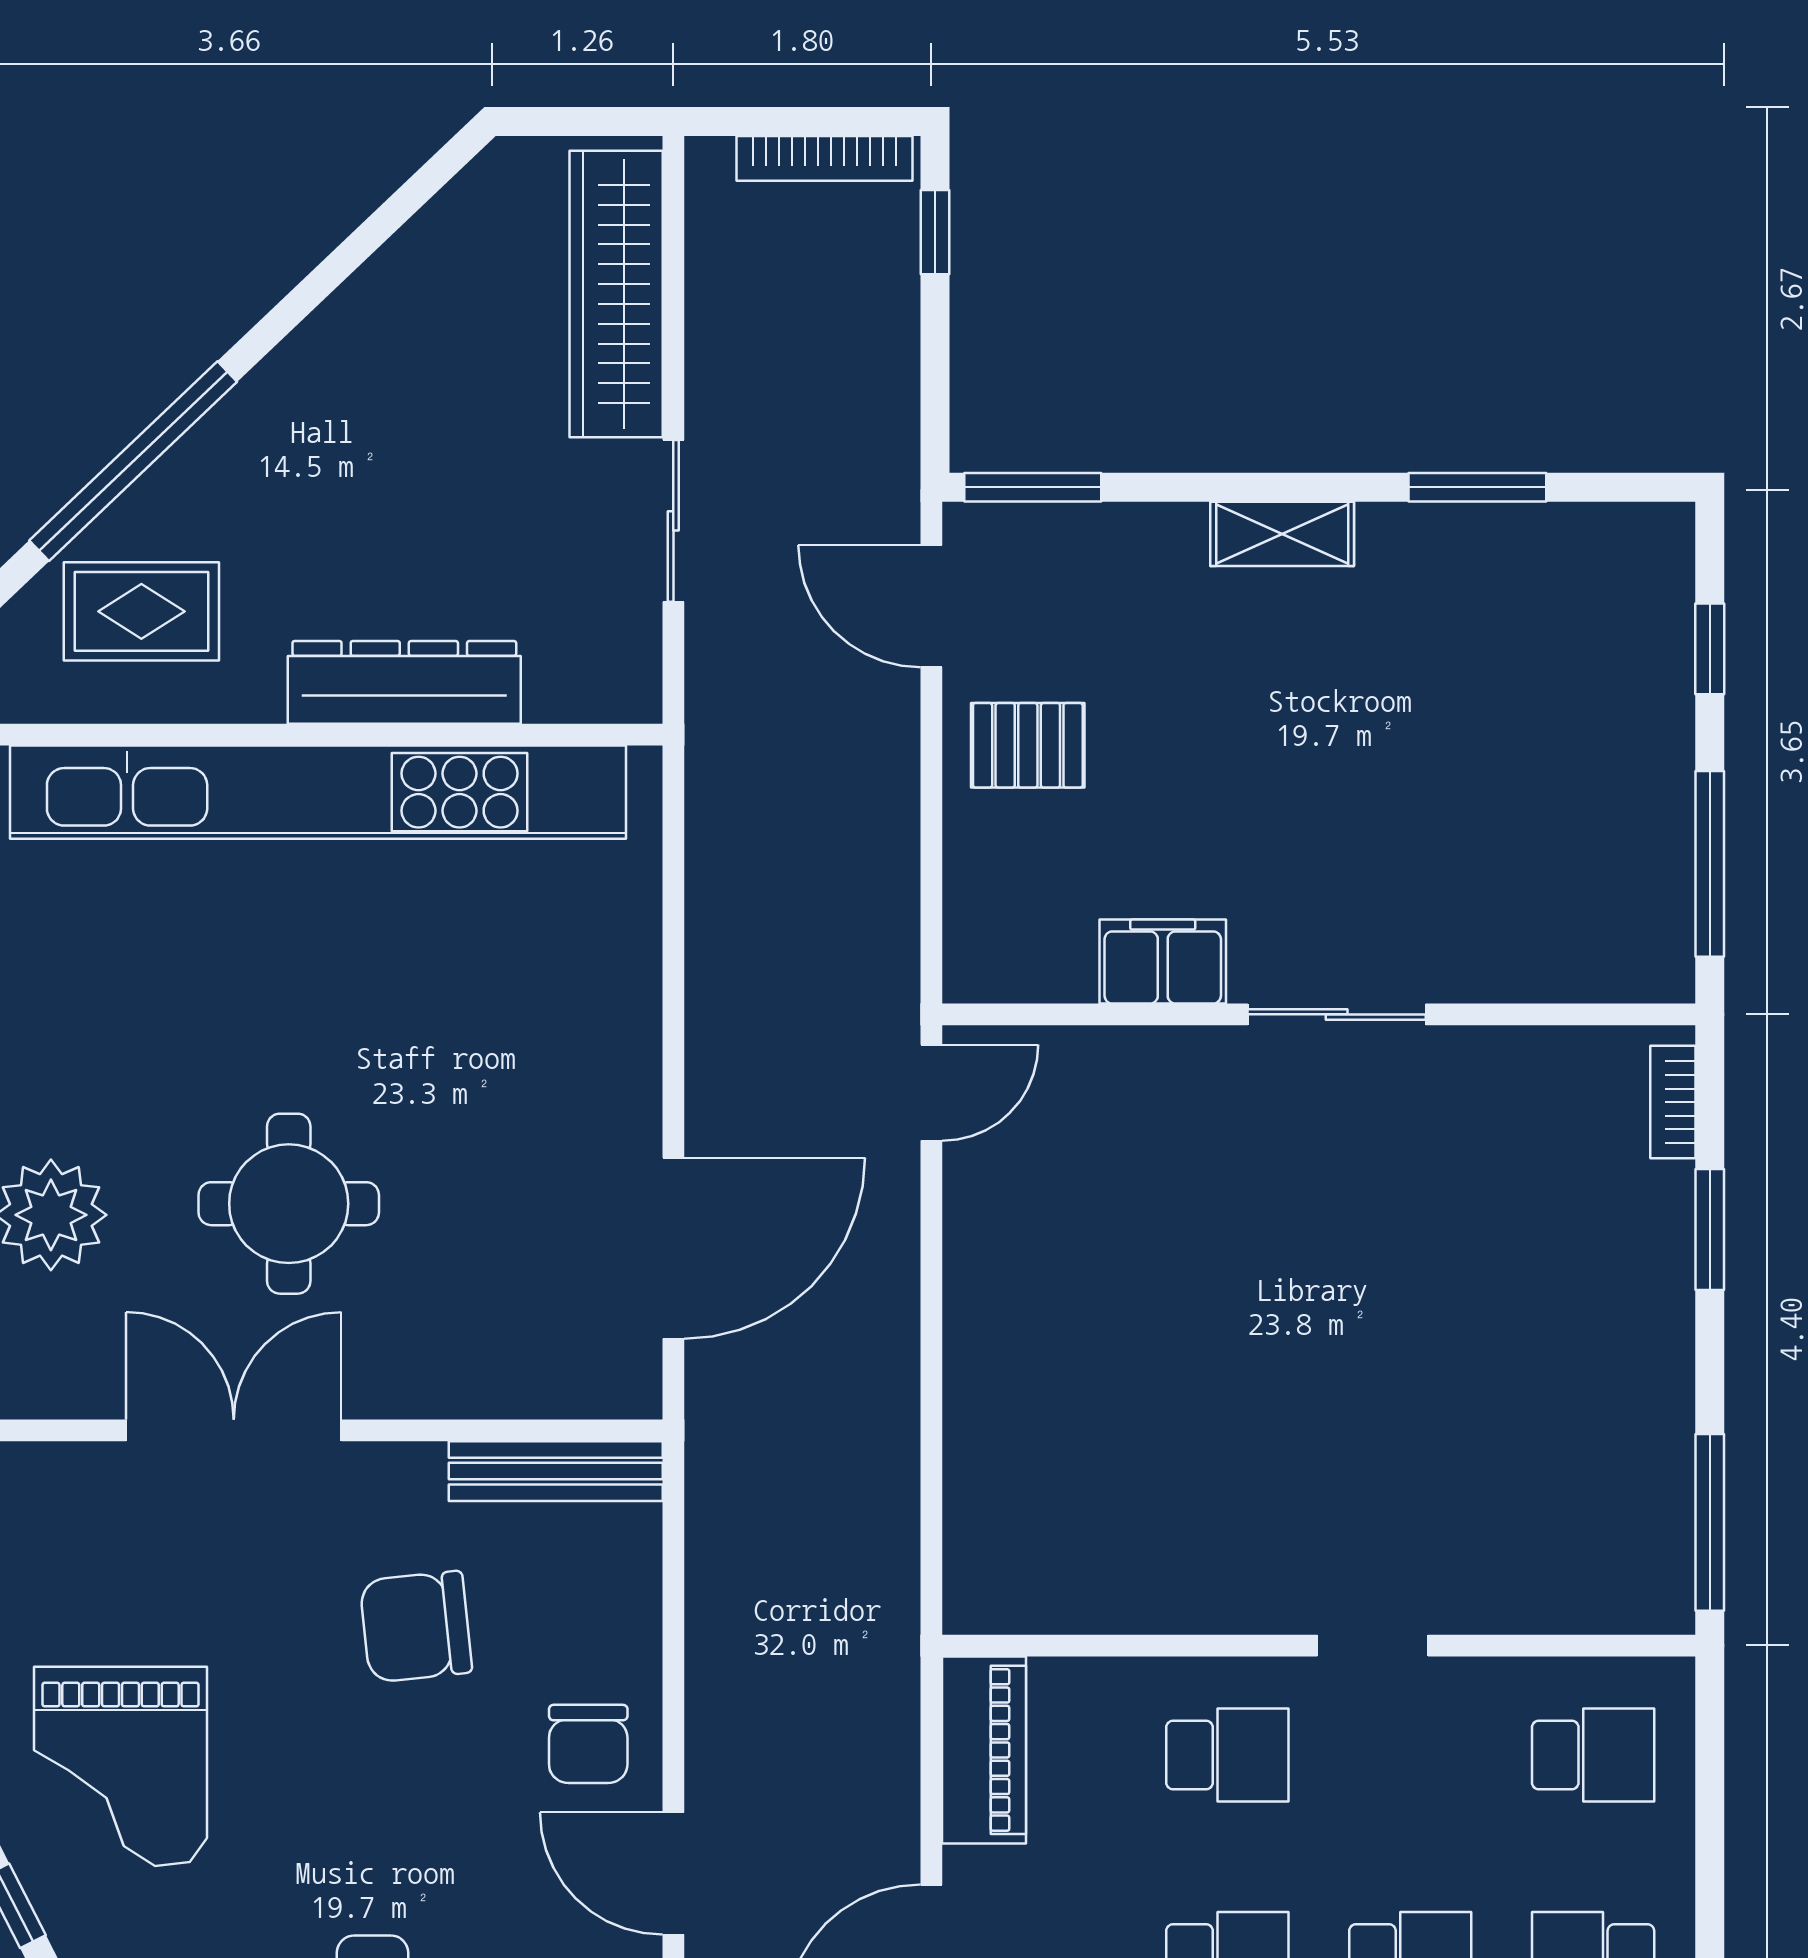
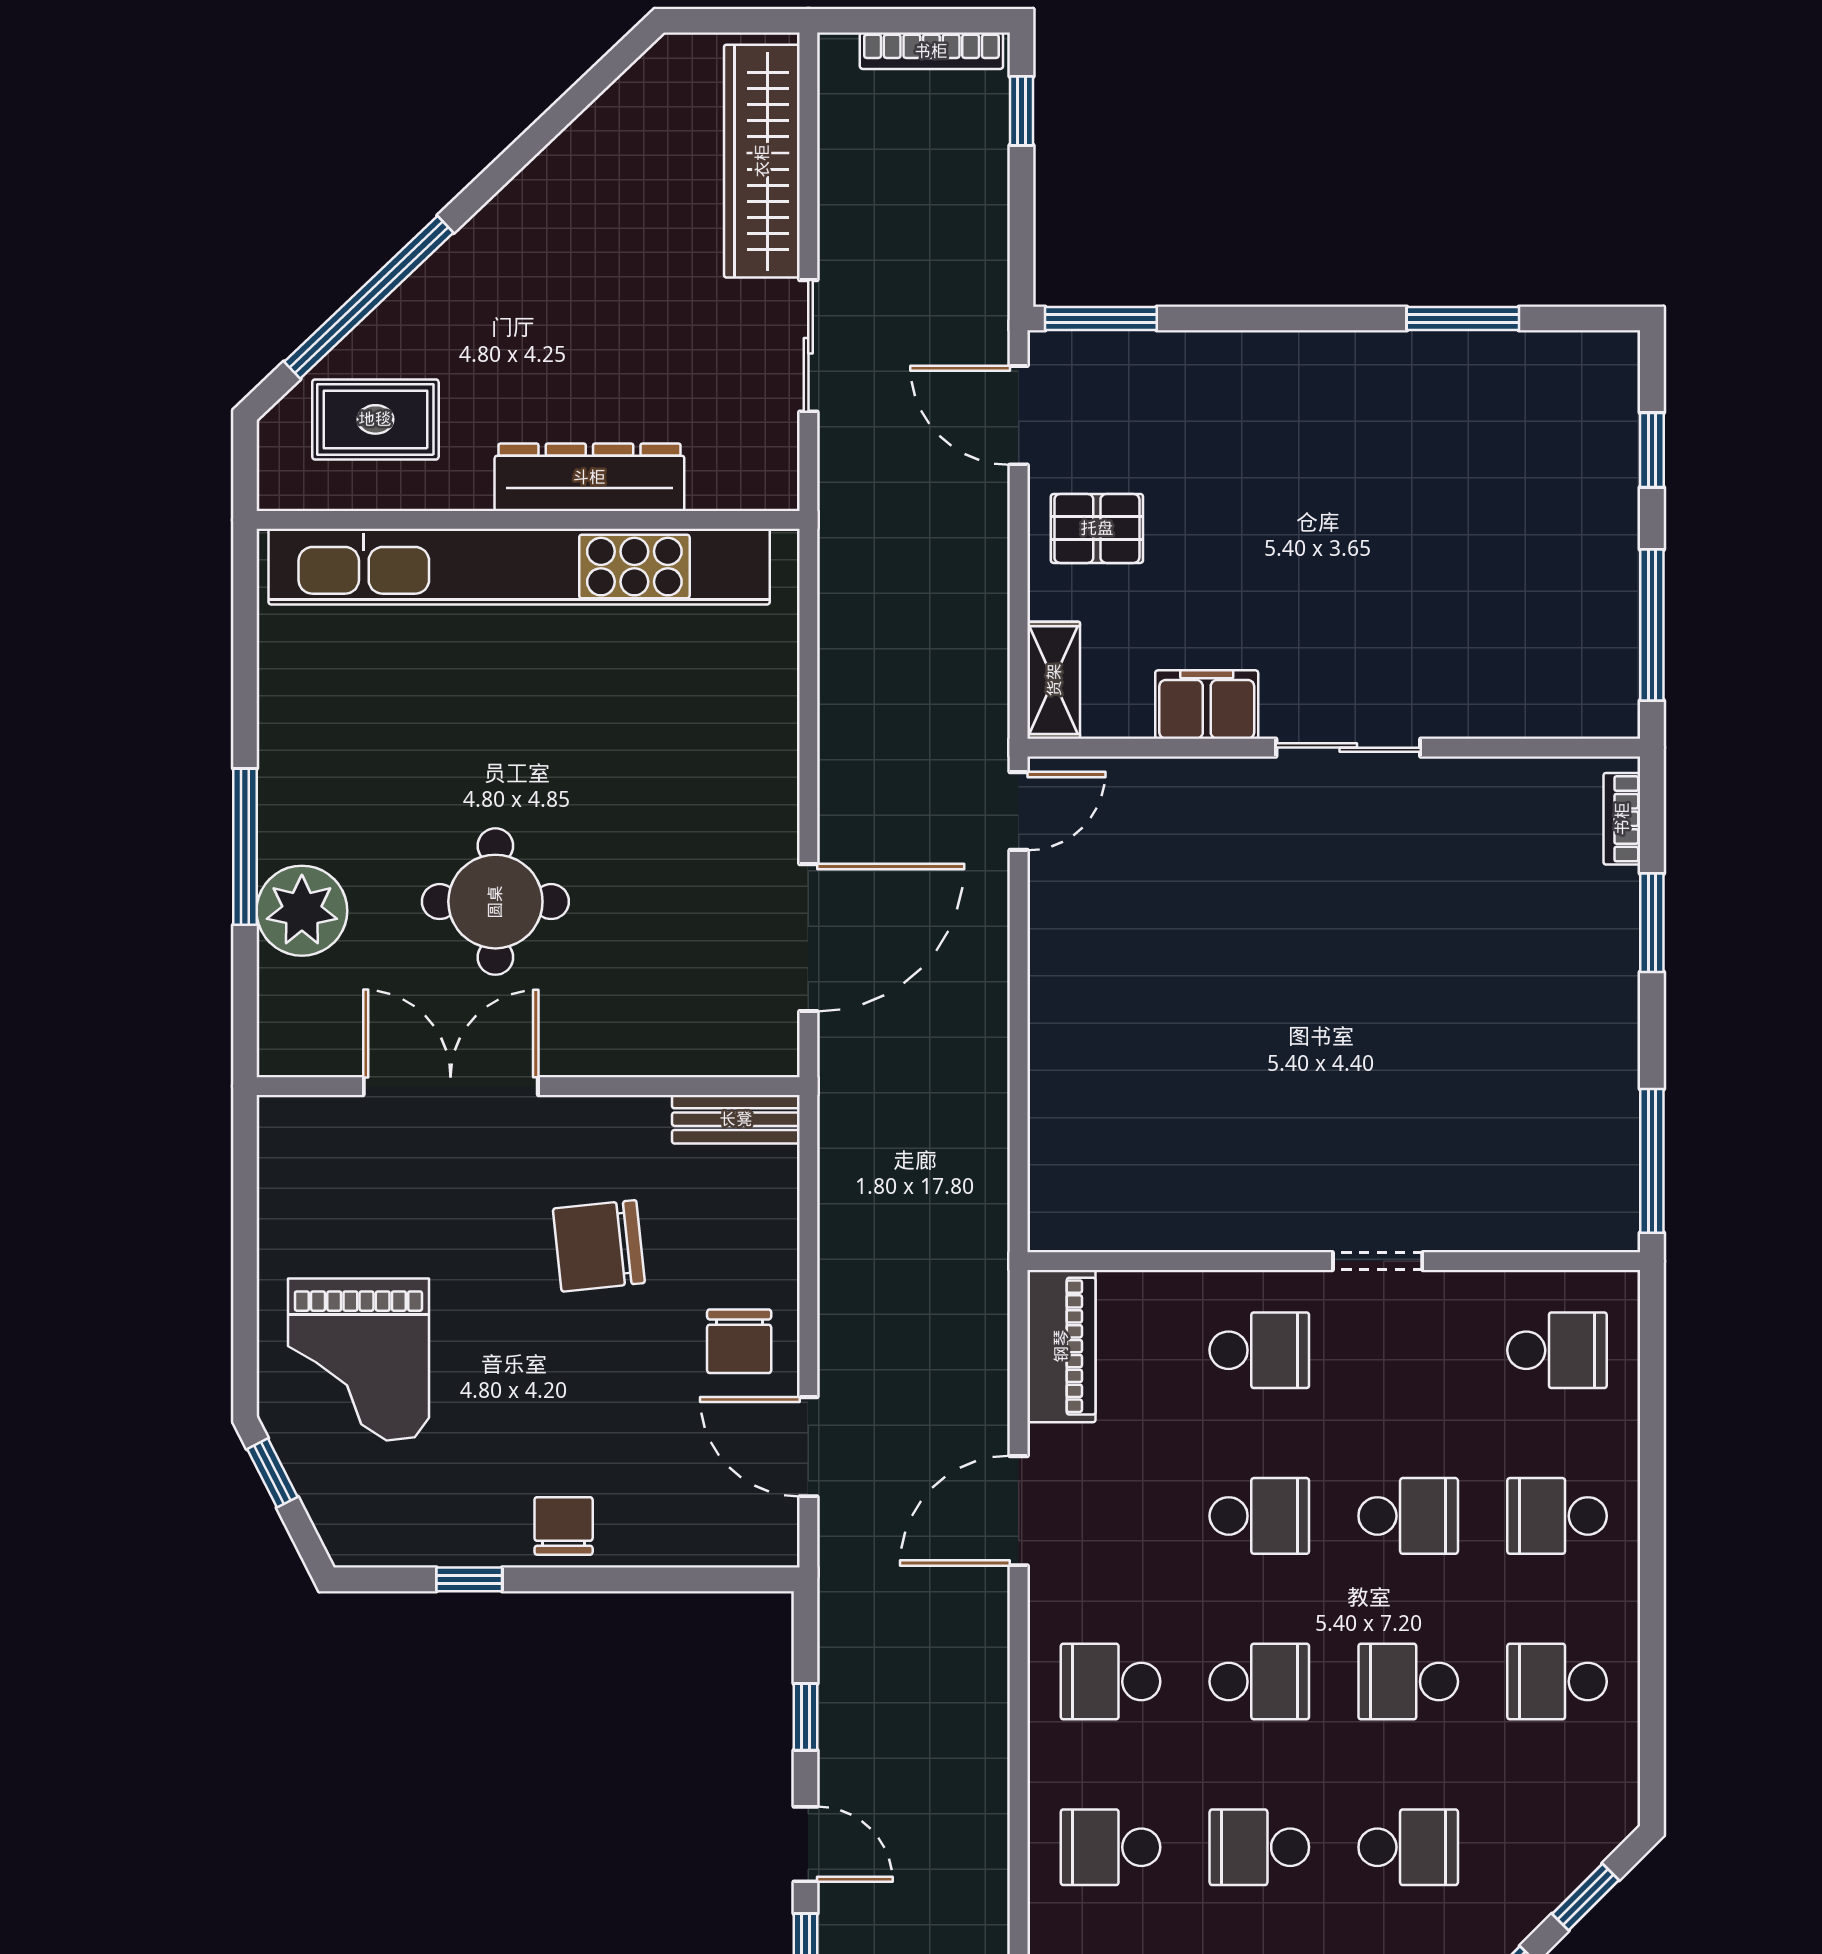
shelving: (1282, 534) -> (1054, 680), moved, turned 90
bench: (556, 1471) -> (736, 1119), width x0.73

